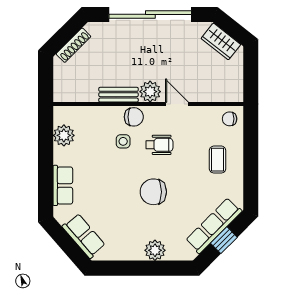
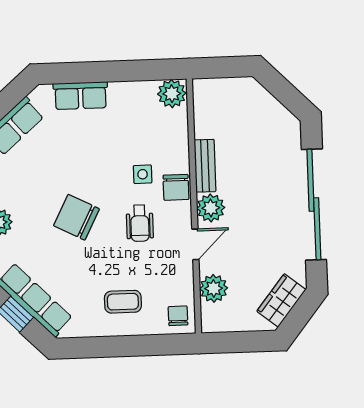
shoe rack: (73, 45) -> (269, 103), removed
plant: (210, 92) -> (214, 288), added
plant: (64, 135) -> (172, 94), moved
chair: (153, 192) -> (76, 217), turned -63

